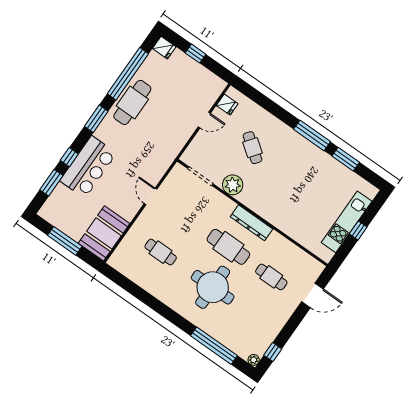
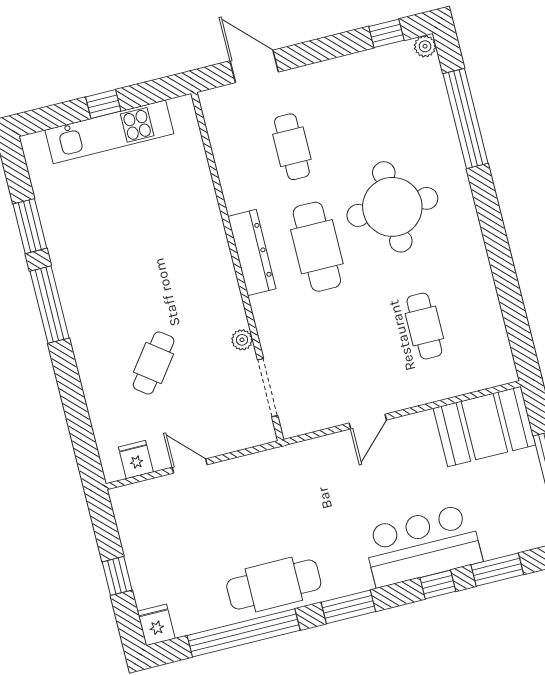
plant: (233, 185) -> (242, 340), width x0.53, depth x0.53

